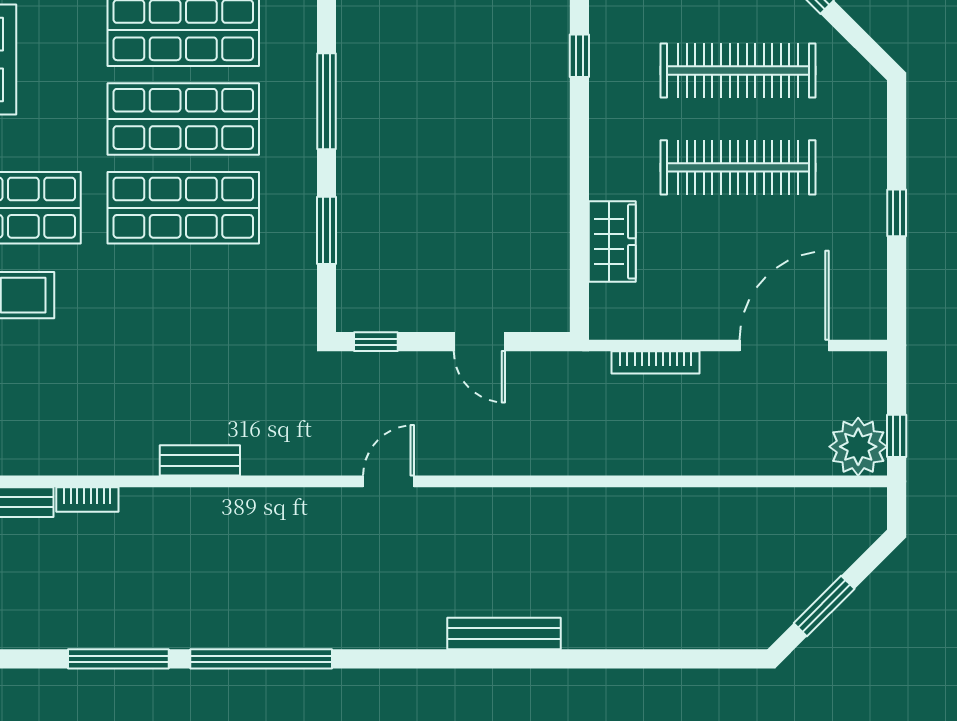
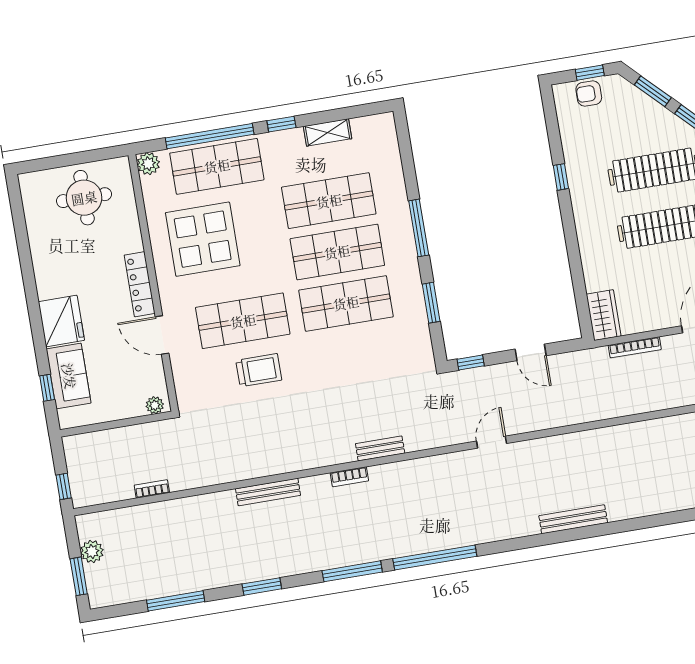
wardrobe: (612, 242) -> (604, 315), moved
bookcase: (87, 499) -> (349, 477), moved

